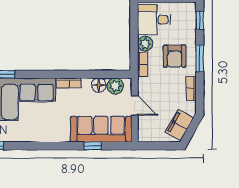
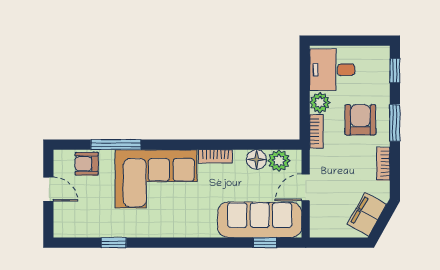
armchair: (175, 56) -> (360, 120), turned 180
door: (135, 105) -> (306, 187), swing flipped
window: (92, 146) -> (265, 243), moved

